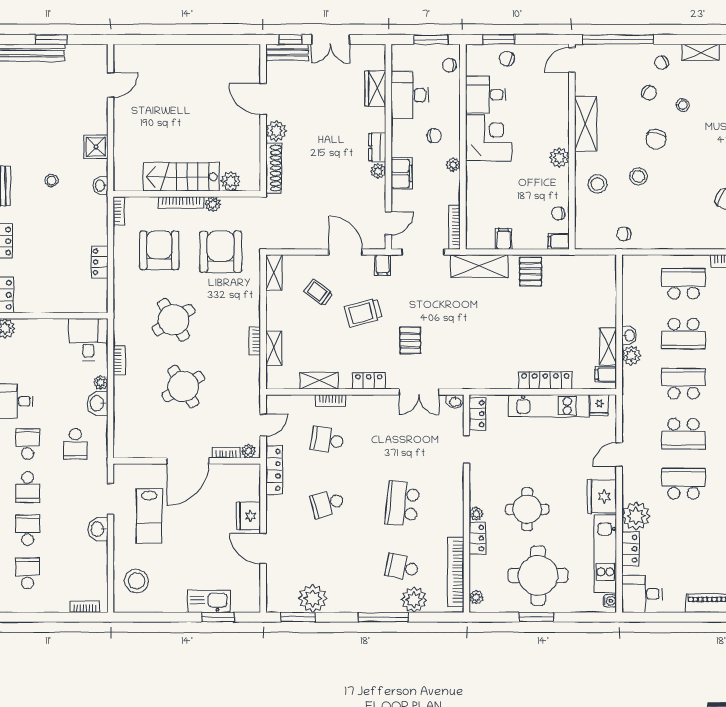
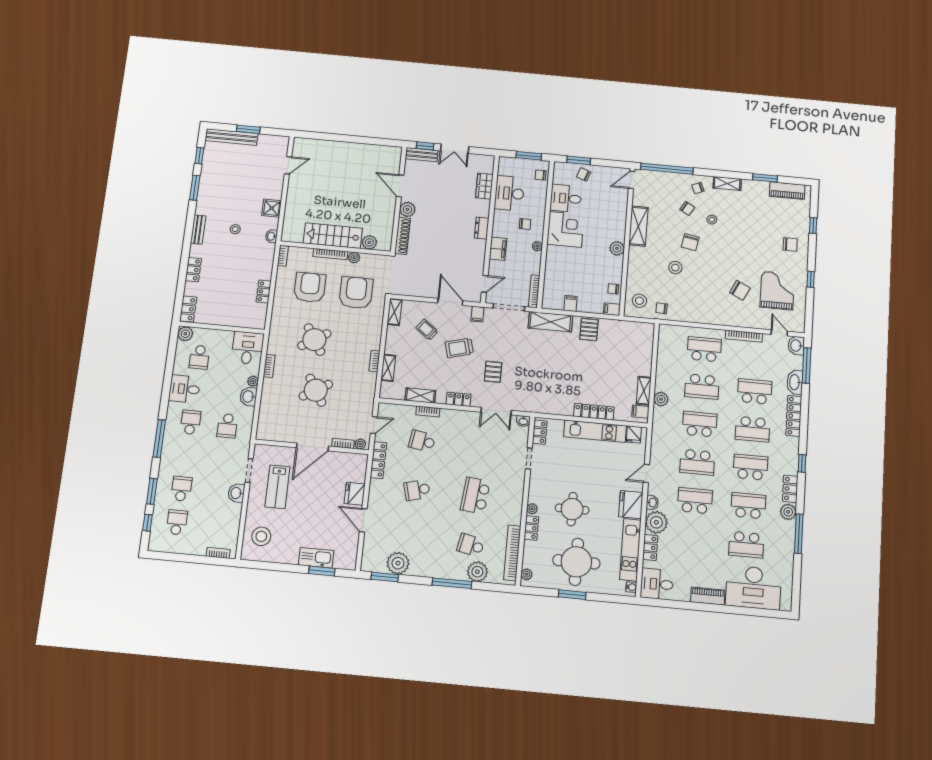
plant: (378, 171) -> (481, 245), removed
stool: (597, 184) -> (639, 301), moved
washbasin: (629, 335) -> (652, 503), moved
school desk: (28, 487) -> (199, 357), moved

